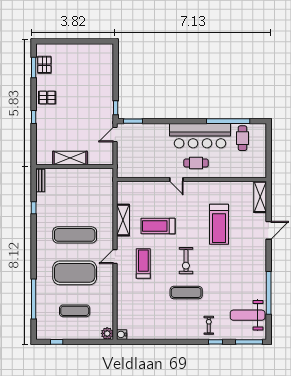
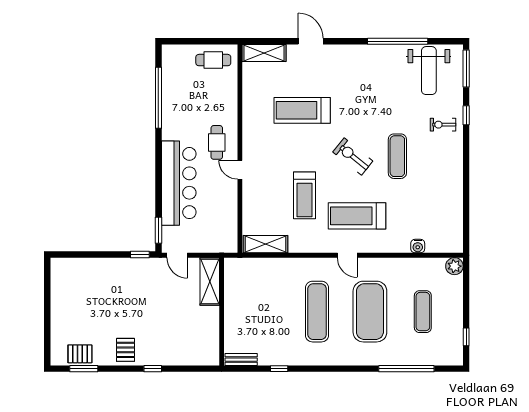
bar counter: (200, 136) -> (179, 183), moved
cafe table: (242, 138) -> (213, 60), moved
shelving: (70, 158) -> (210, 281), moved
door: (176, 180) -> (240, 170), swing flipped
shelving: (123, 220) -> (265, 244), moved
treadmill: (219, 224) -> (302, 110), turned 180
exercise bike: (186, 261) -> (353, 156), turned -141
treadmill: (143, 264) -> (357, 216), width x1.37, depth x1.38
water cooler: (122, 334) -> (418, 246), moved

